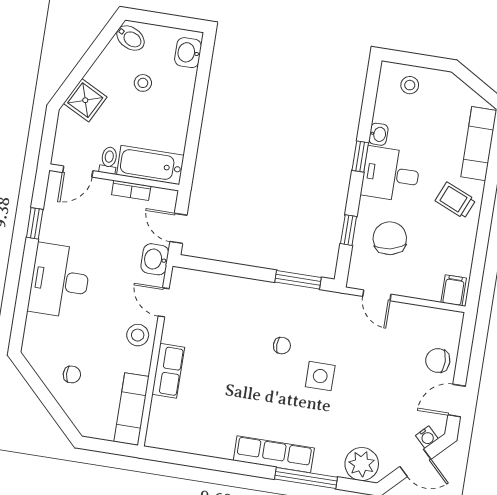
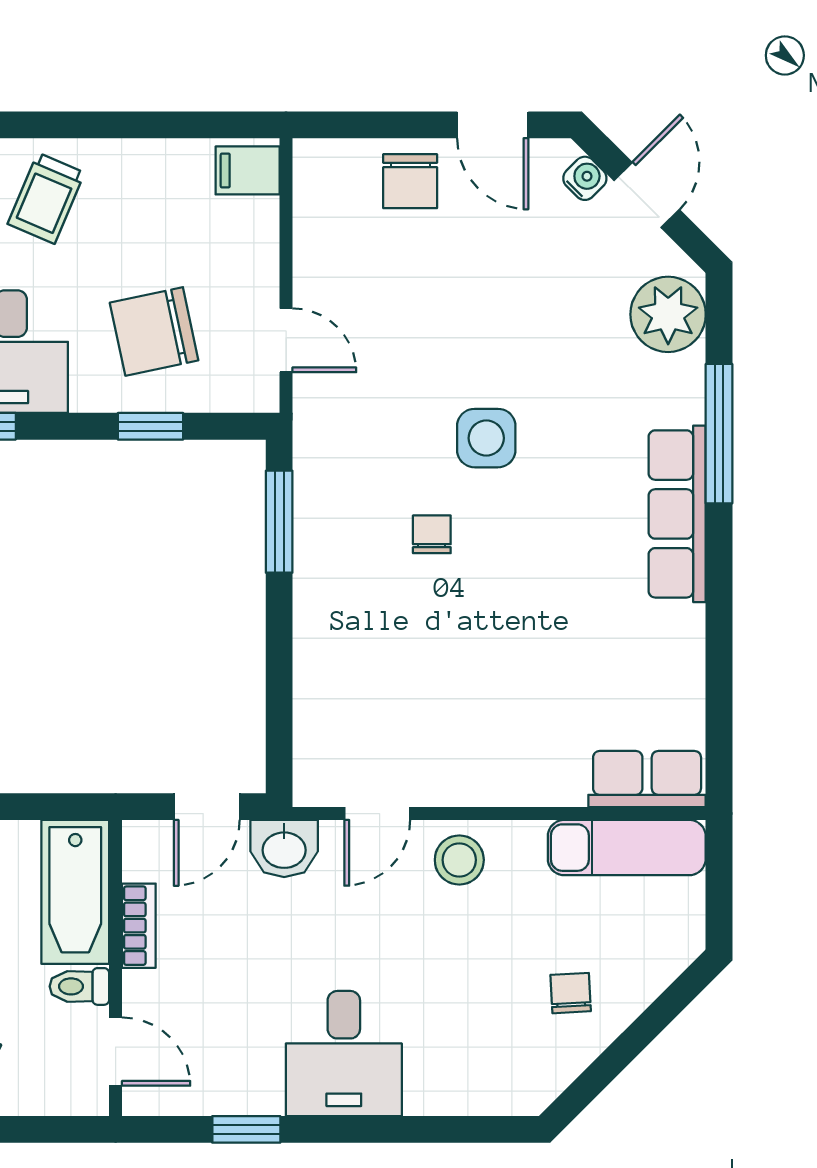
desk: (60, 281) -> (344, 1053), width x0.73
door: (377, 295) -> (286, 340), hinge flipped
row of seats: (168, 371) -> (647, 779), moved

